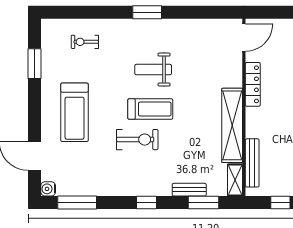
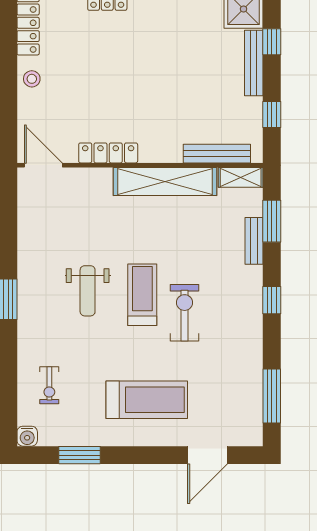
water cooler: (48, 189) -> (27, 436), moved

